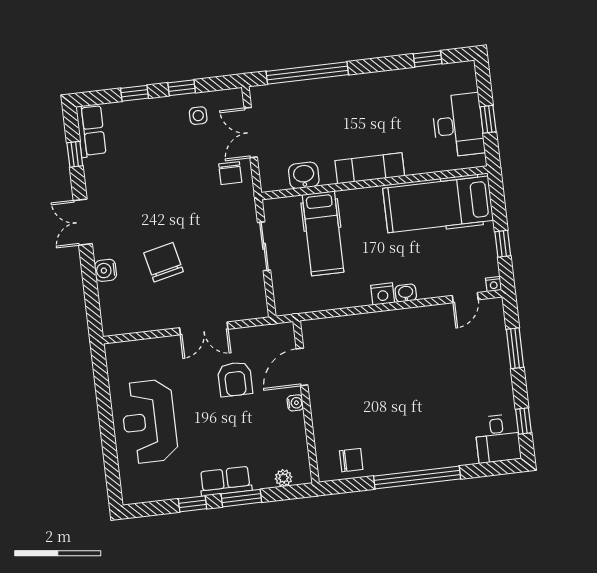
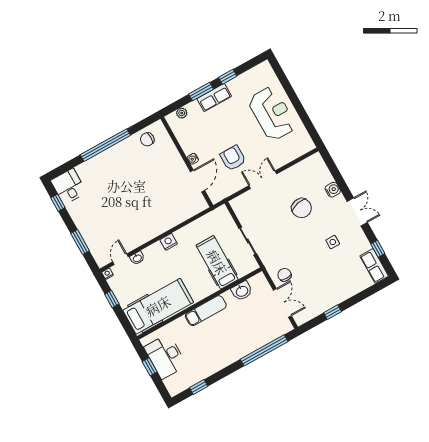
window: (135, 93) -> (358, 298), removed
side table: (198, 116) -> (333, 242), moved
washbasin: (406, 293) -> (137, 258), moved

